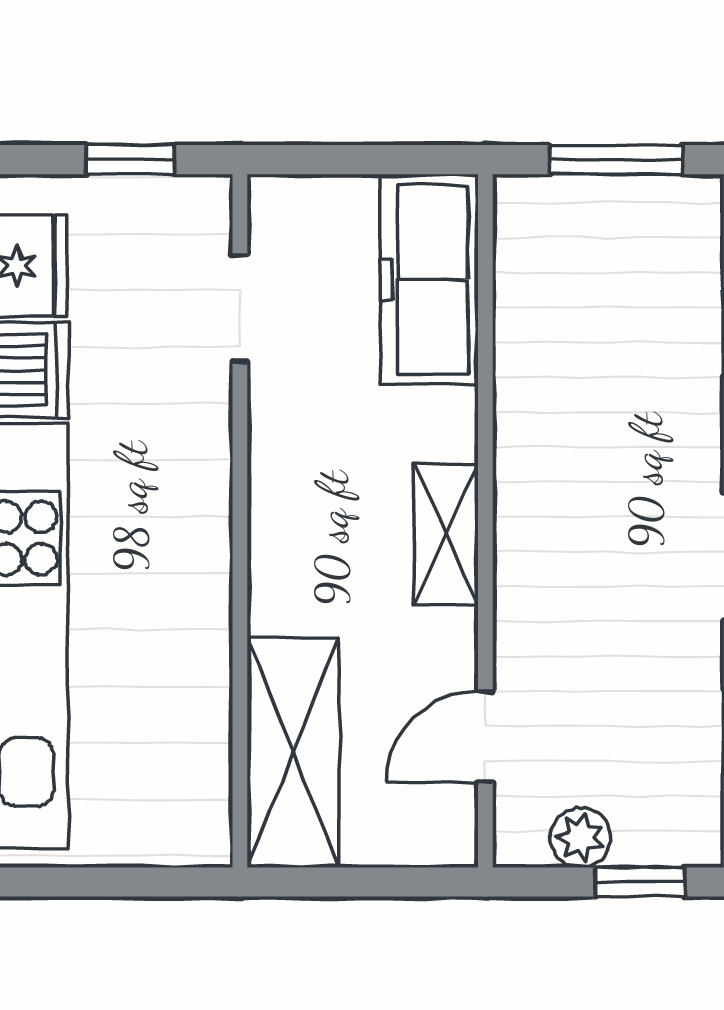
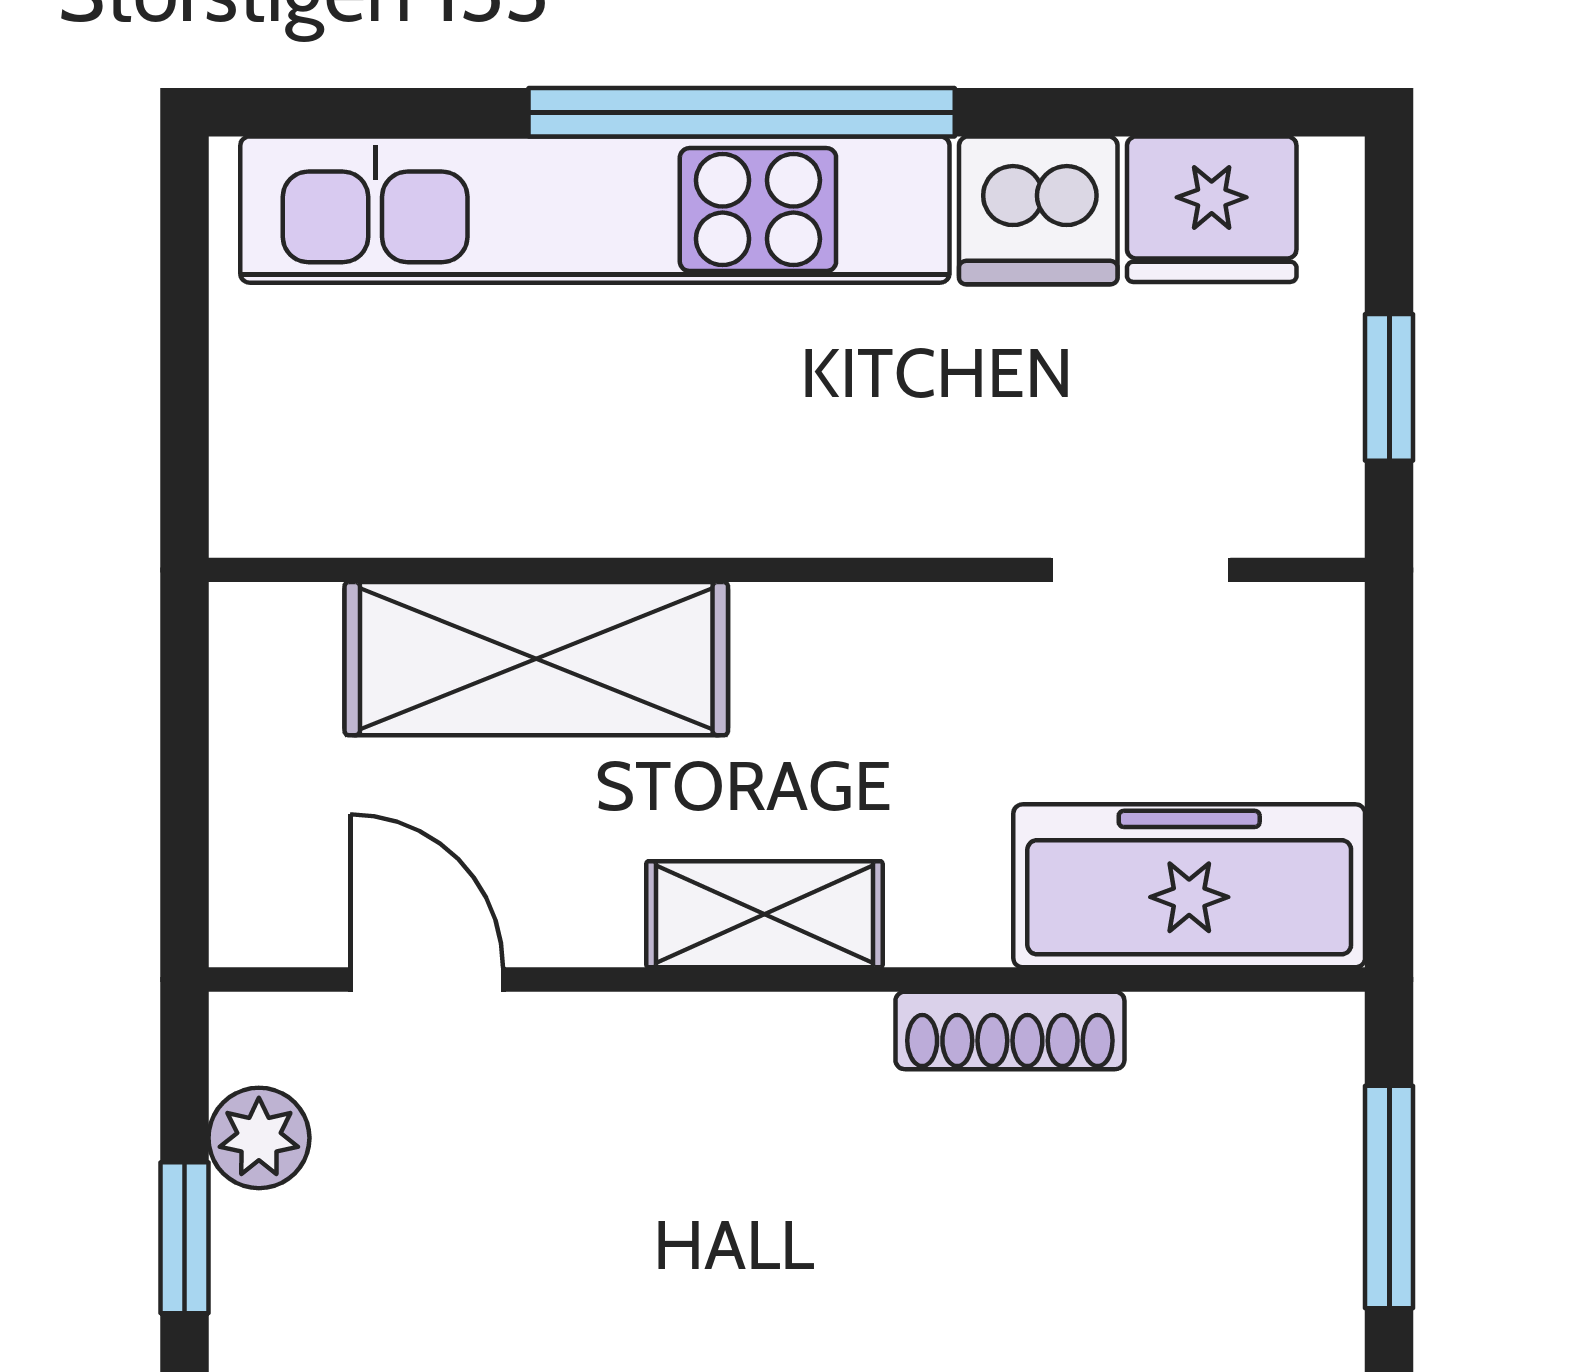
shoe rack: (516, 387) -> (1010, 1030), added
shelving: (293, 753) -> (536, 659), moved

